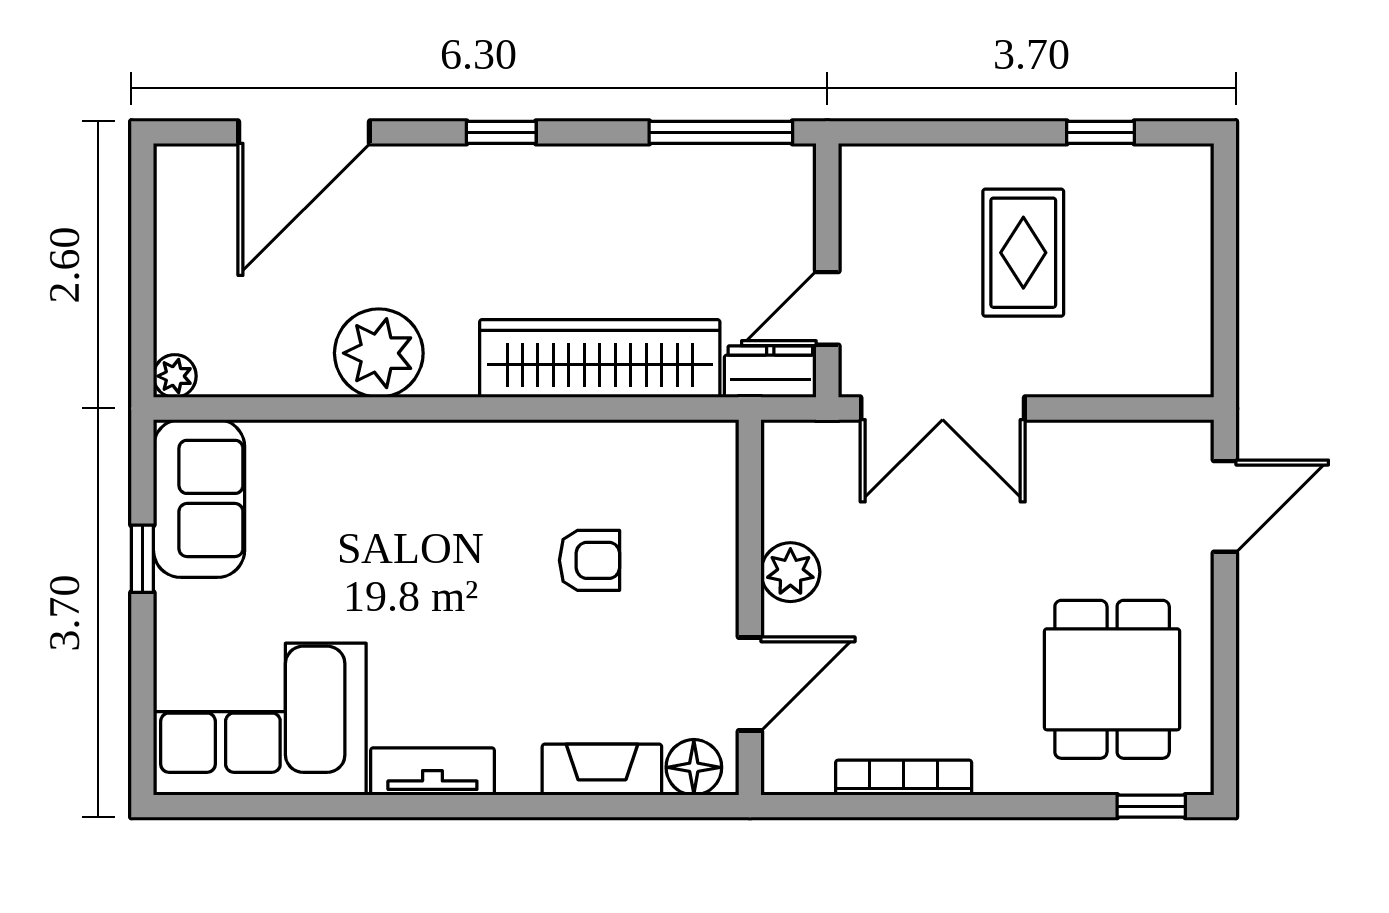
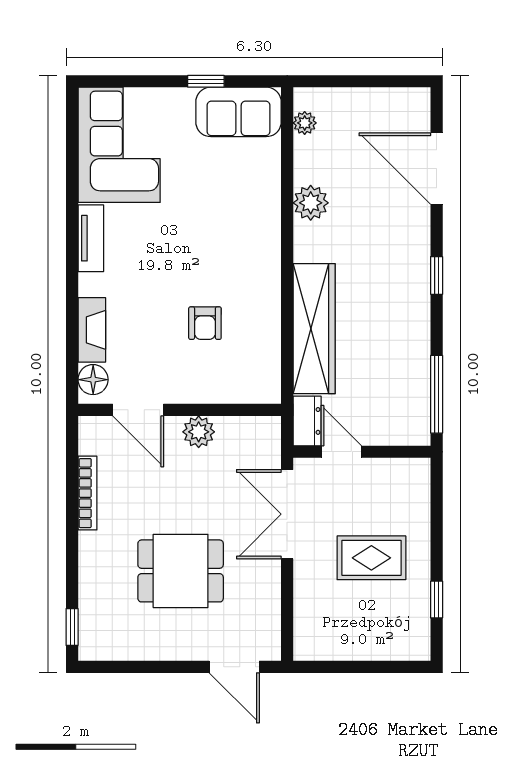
plant: (379, 353) -> (311, 203), width x0.73, depth x0.73
plant: (175, 376) -> (305, 123), moved
dining table: (1112, 679) -> (181, 571), moved

